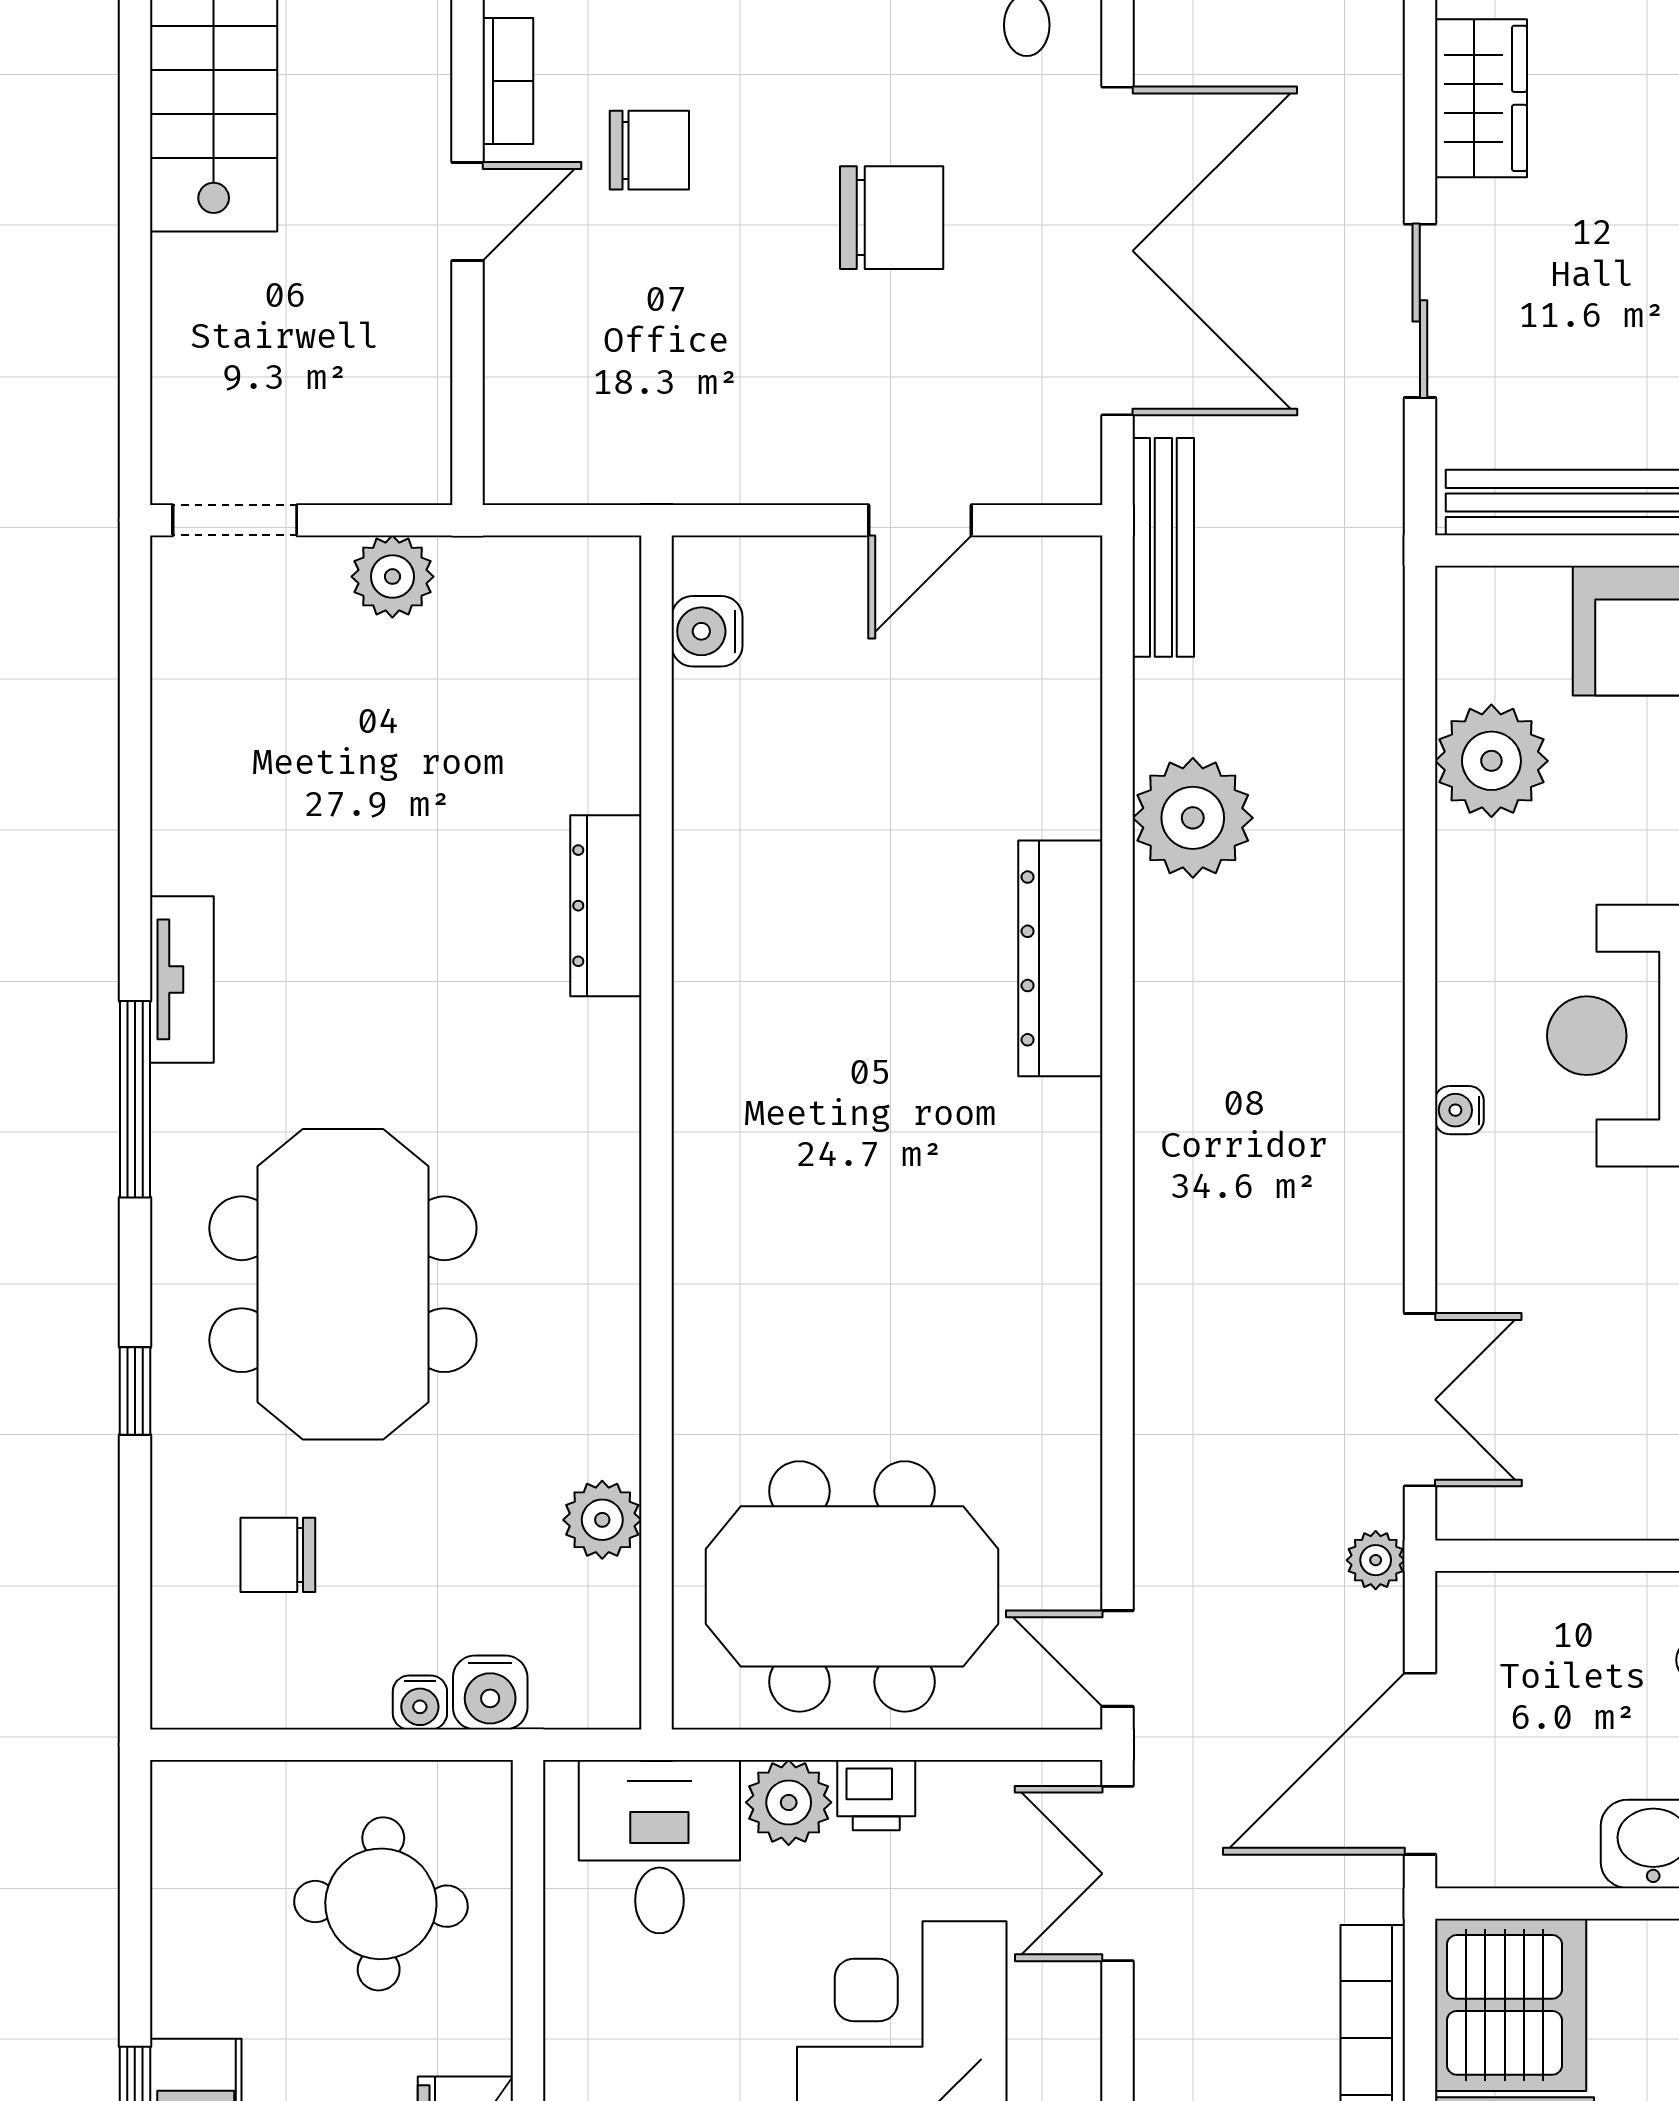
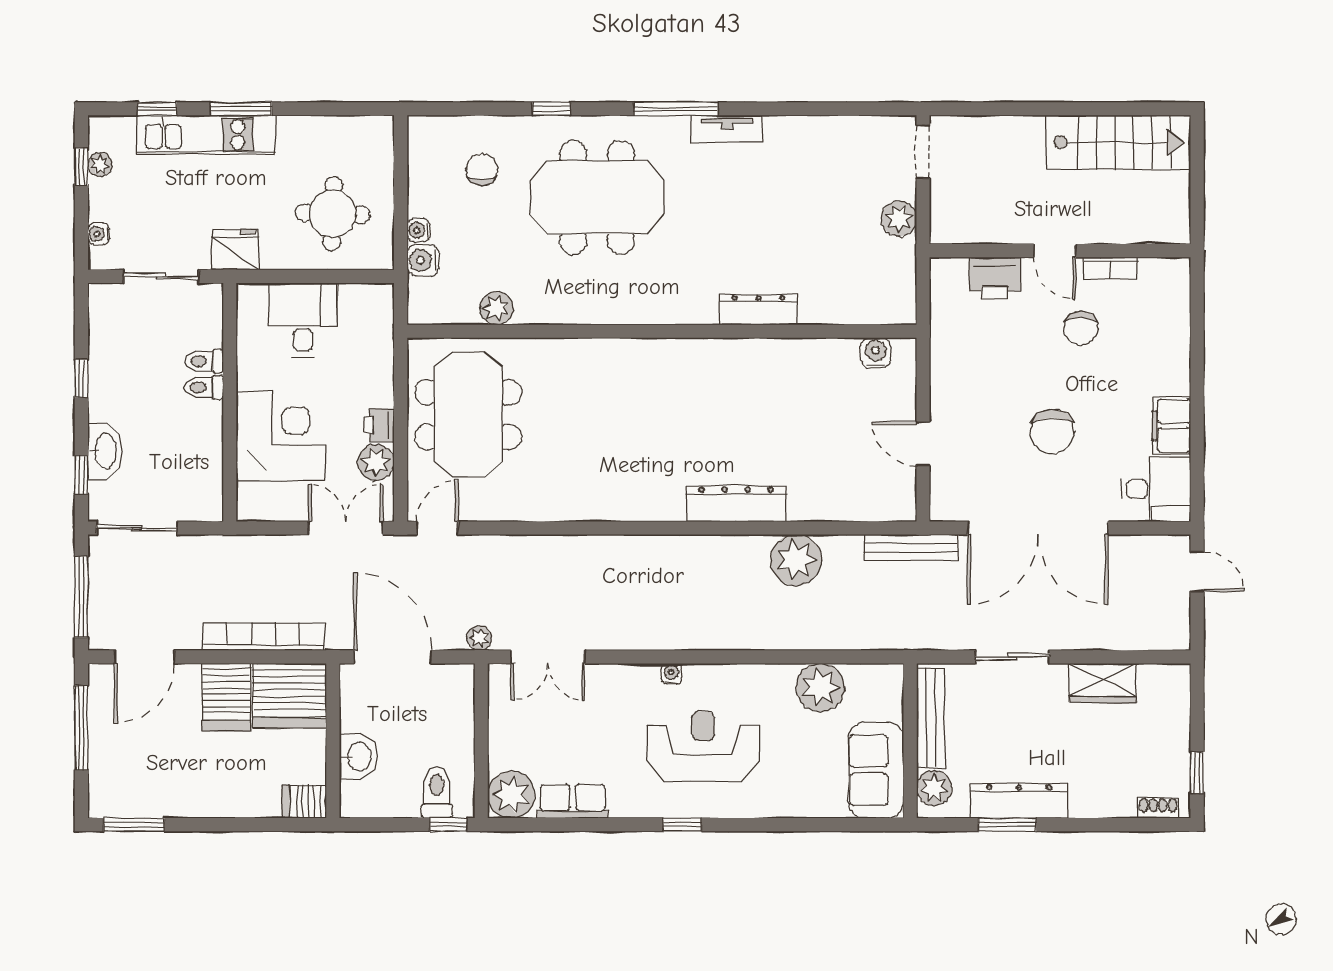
printer: (532, 352) -> (995, 278), added
plant: (789, 1802) -> (376, 462), moved
desk: (659, 1847) -> (303, 320), moved, turned -90

